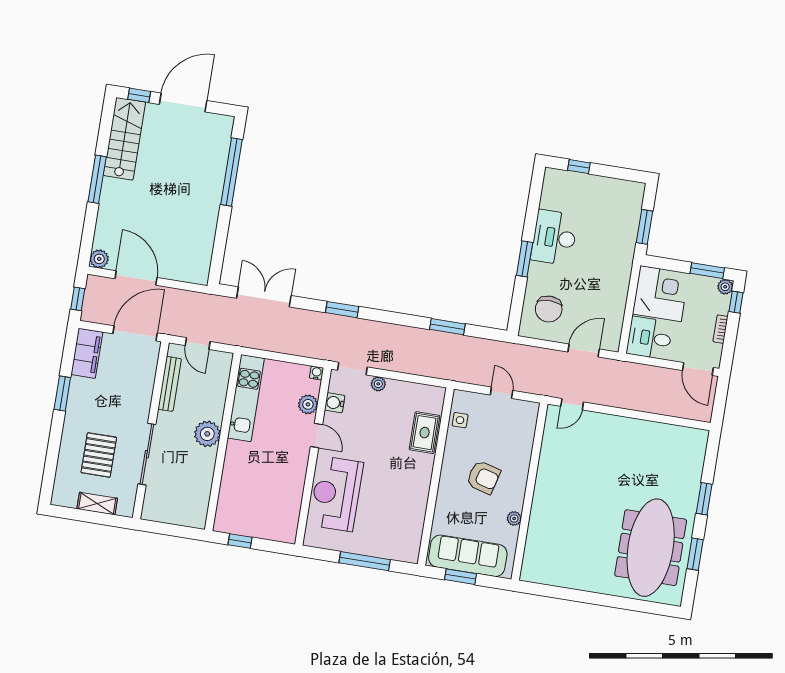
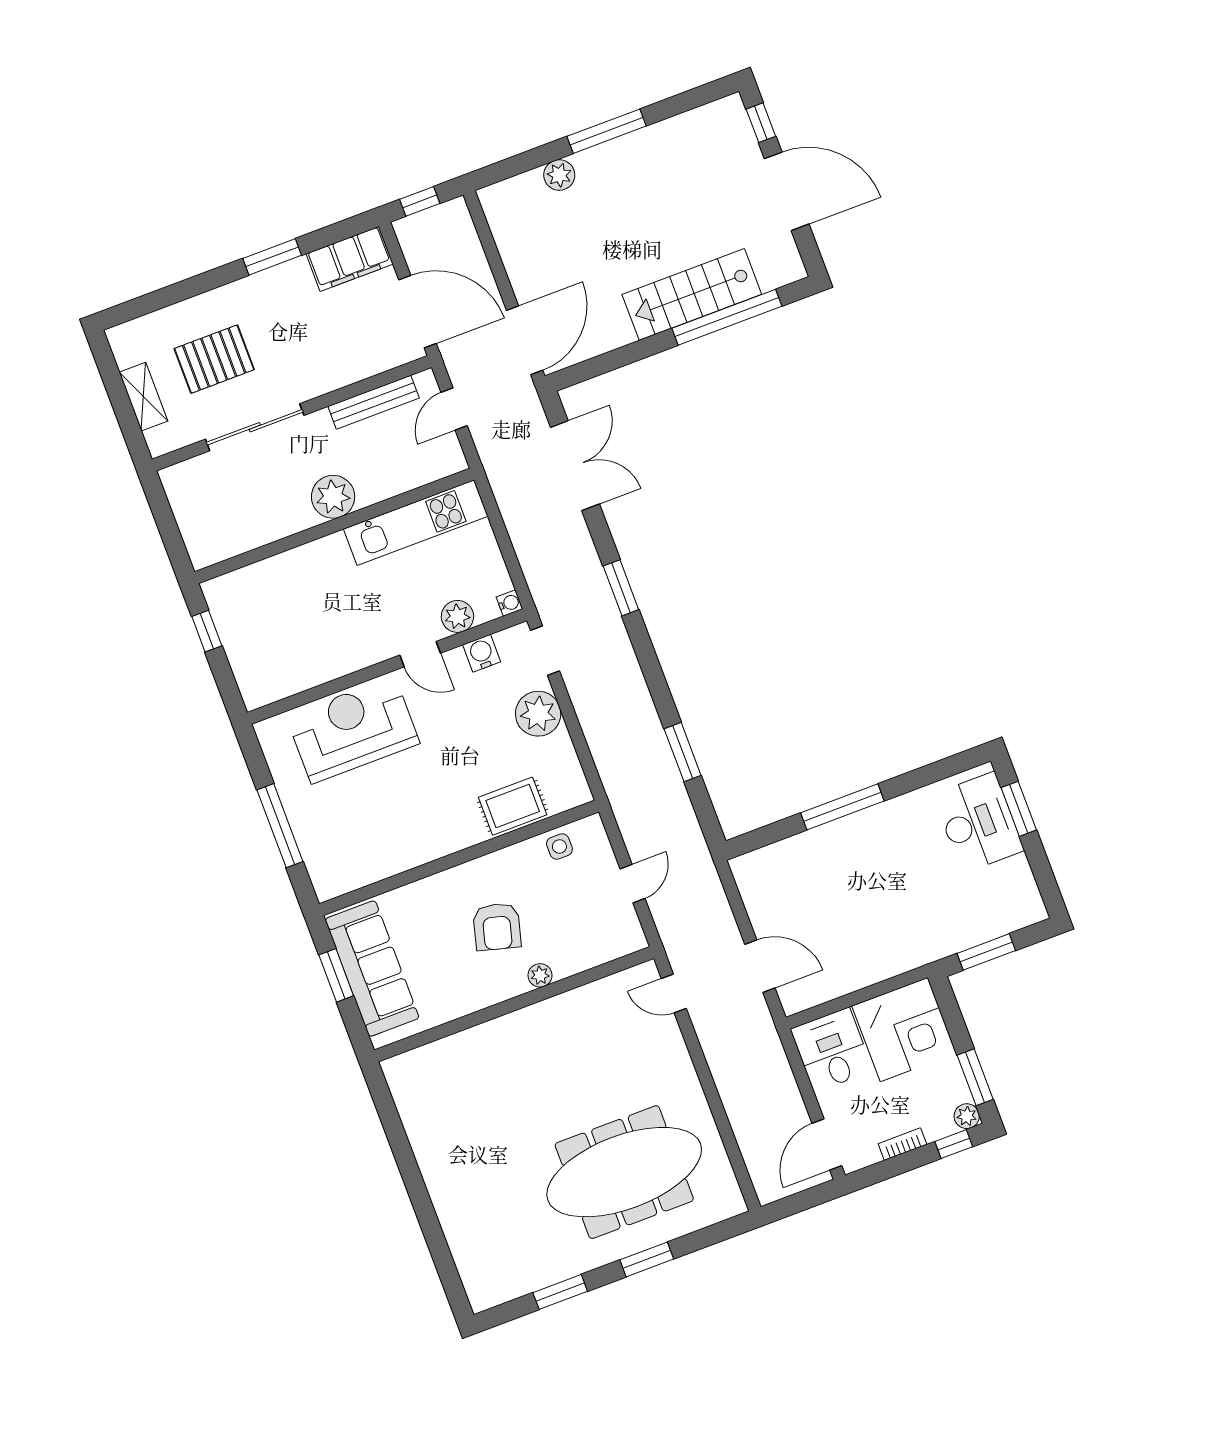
stairs: (124, 139) -> (692, 294), moved, turned 180
window: (579, 167) -> (1019, 809), width x1.50
desk: (554, 238) -> (978, 822), moved, turned 90
plant: (99, 259) -> (559, 175), moved
window: (525, 259) -> (842, 807), width x1.44
door: (136, 278) -> (525, 340), moved
chair: (549, 309) -> (791, 882), removed
plant: (378, 384) -> (538, 714), width x1.87, depth x1.87
door: (317, 435) -> (420, 654), hinge flipped
plant: (514, 518) -> (540, 975), moved
meeting table: (651, 548) -> (624, 1172), moved

